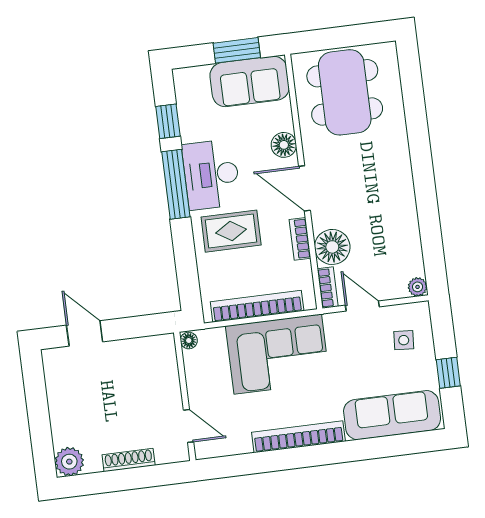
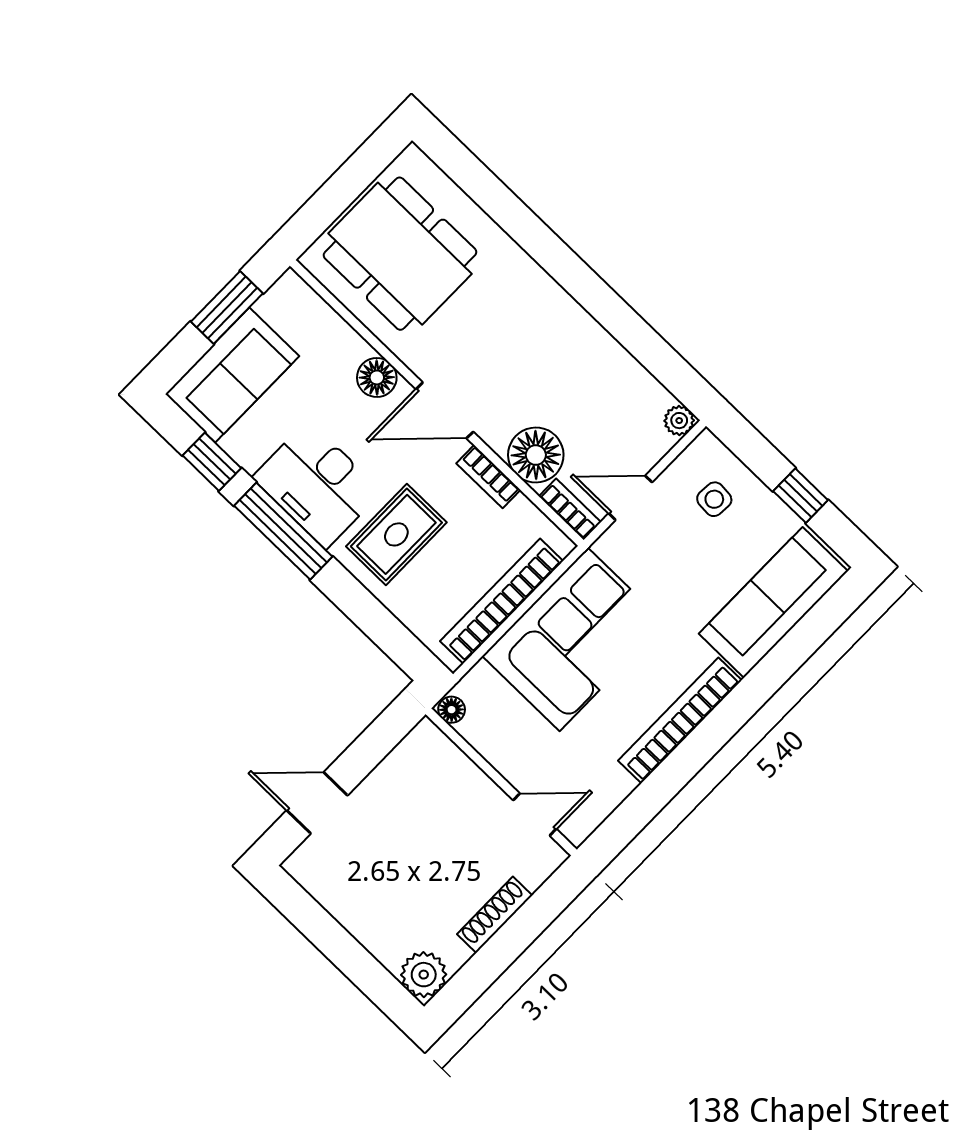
sofa: (250, 81) -> (232, 375), moved

